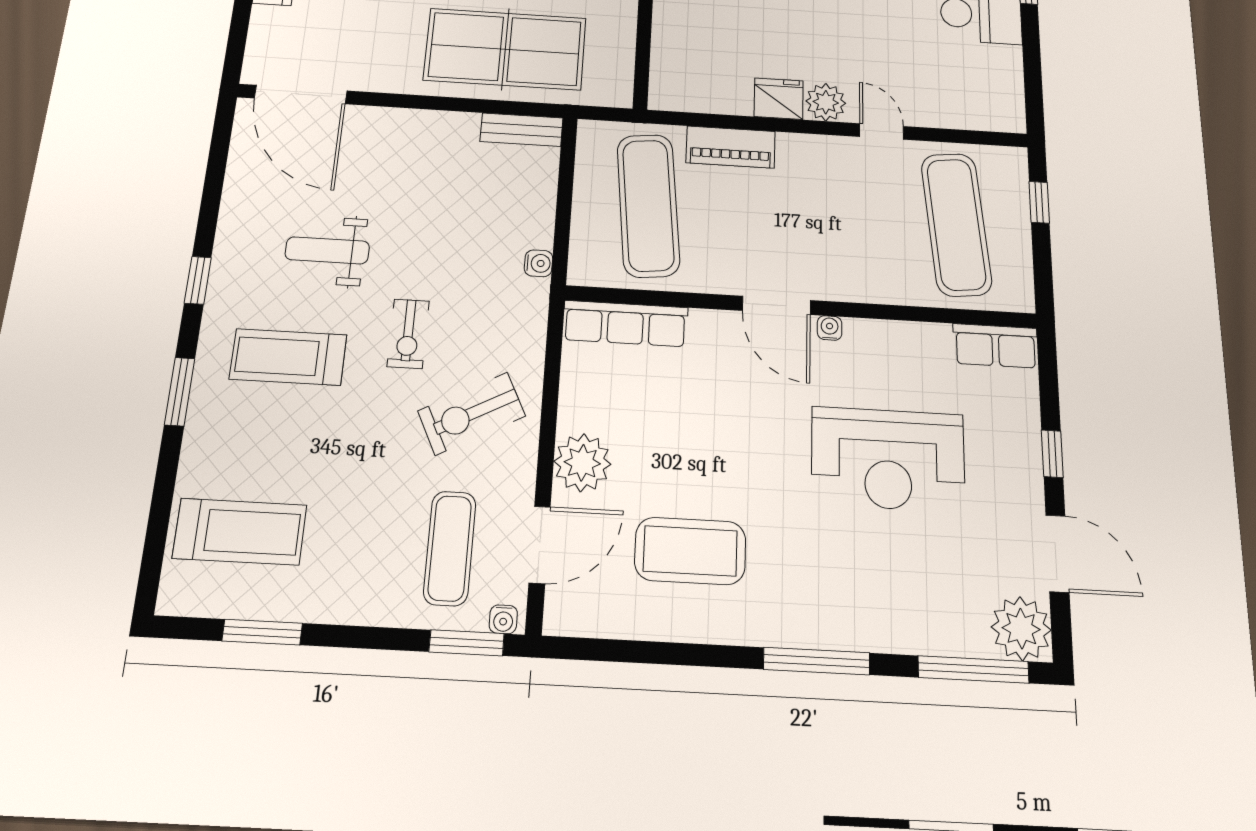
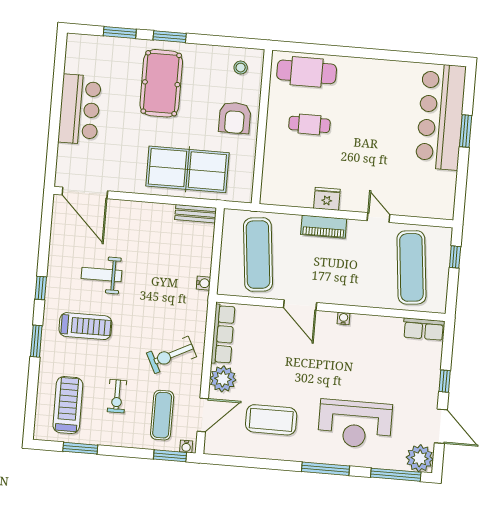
plant: (826, 102) -> (351, 201), removed
piano: (731, 147) -> (324, 227), moved
door: (776, 305) -> (300, 305), moved
row of seats: (625, 324) -> (223, 334), moved, turned -90
exercise bike: (408, 334) -> (117, 396), moved
treadmill: (288, 357) -> (85, 326), turned 180
reception desk: (888, 459) -> (355, 424), moved
treadmill: (240, 532) -> (68, 405), turned -90

